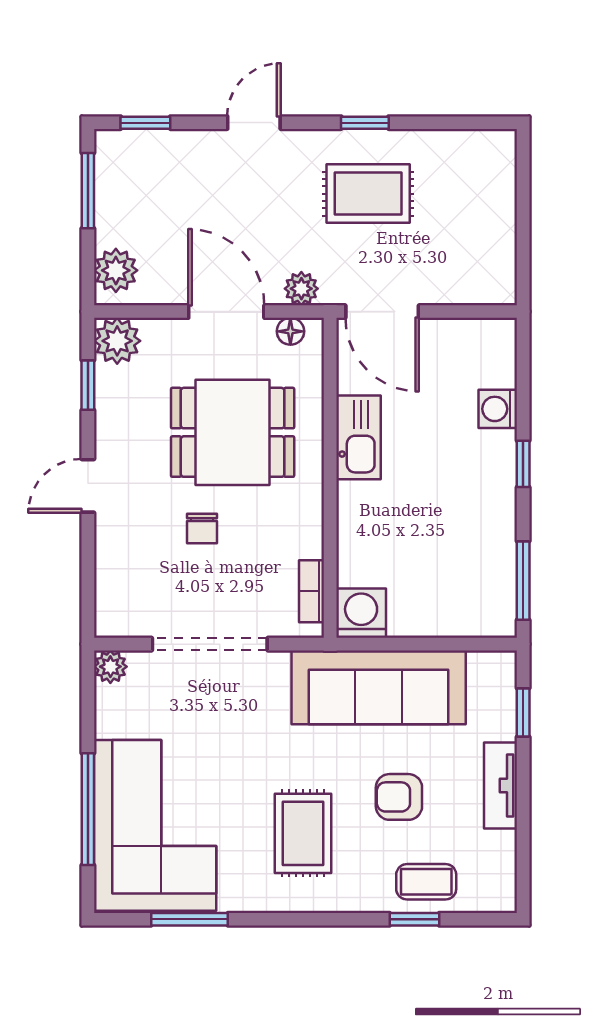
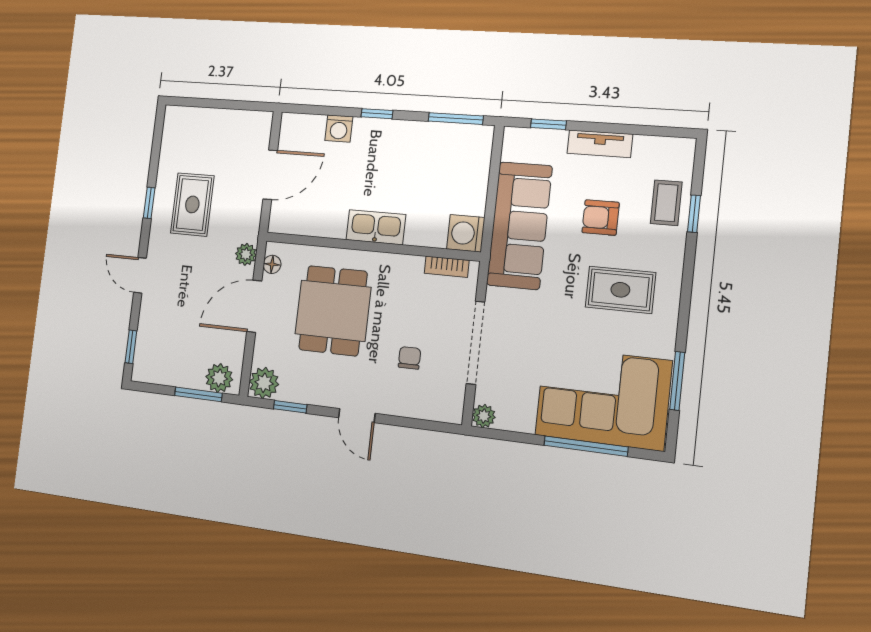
window: (88, 191) -> (198, 394), moved
door: (382, 312) -> (270, 175), moved
kitchen sink: (358, 437) -> (376, 227), moved
chair: (202, 529) -> (409, 358), moved, turned -90
armchair: (399, 797) -> (601, 218), turned 90

